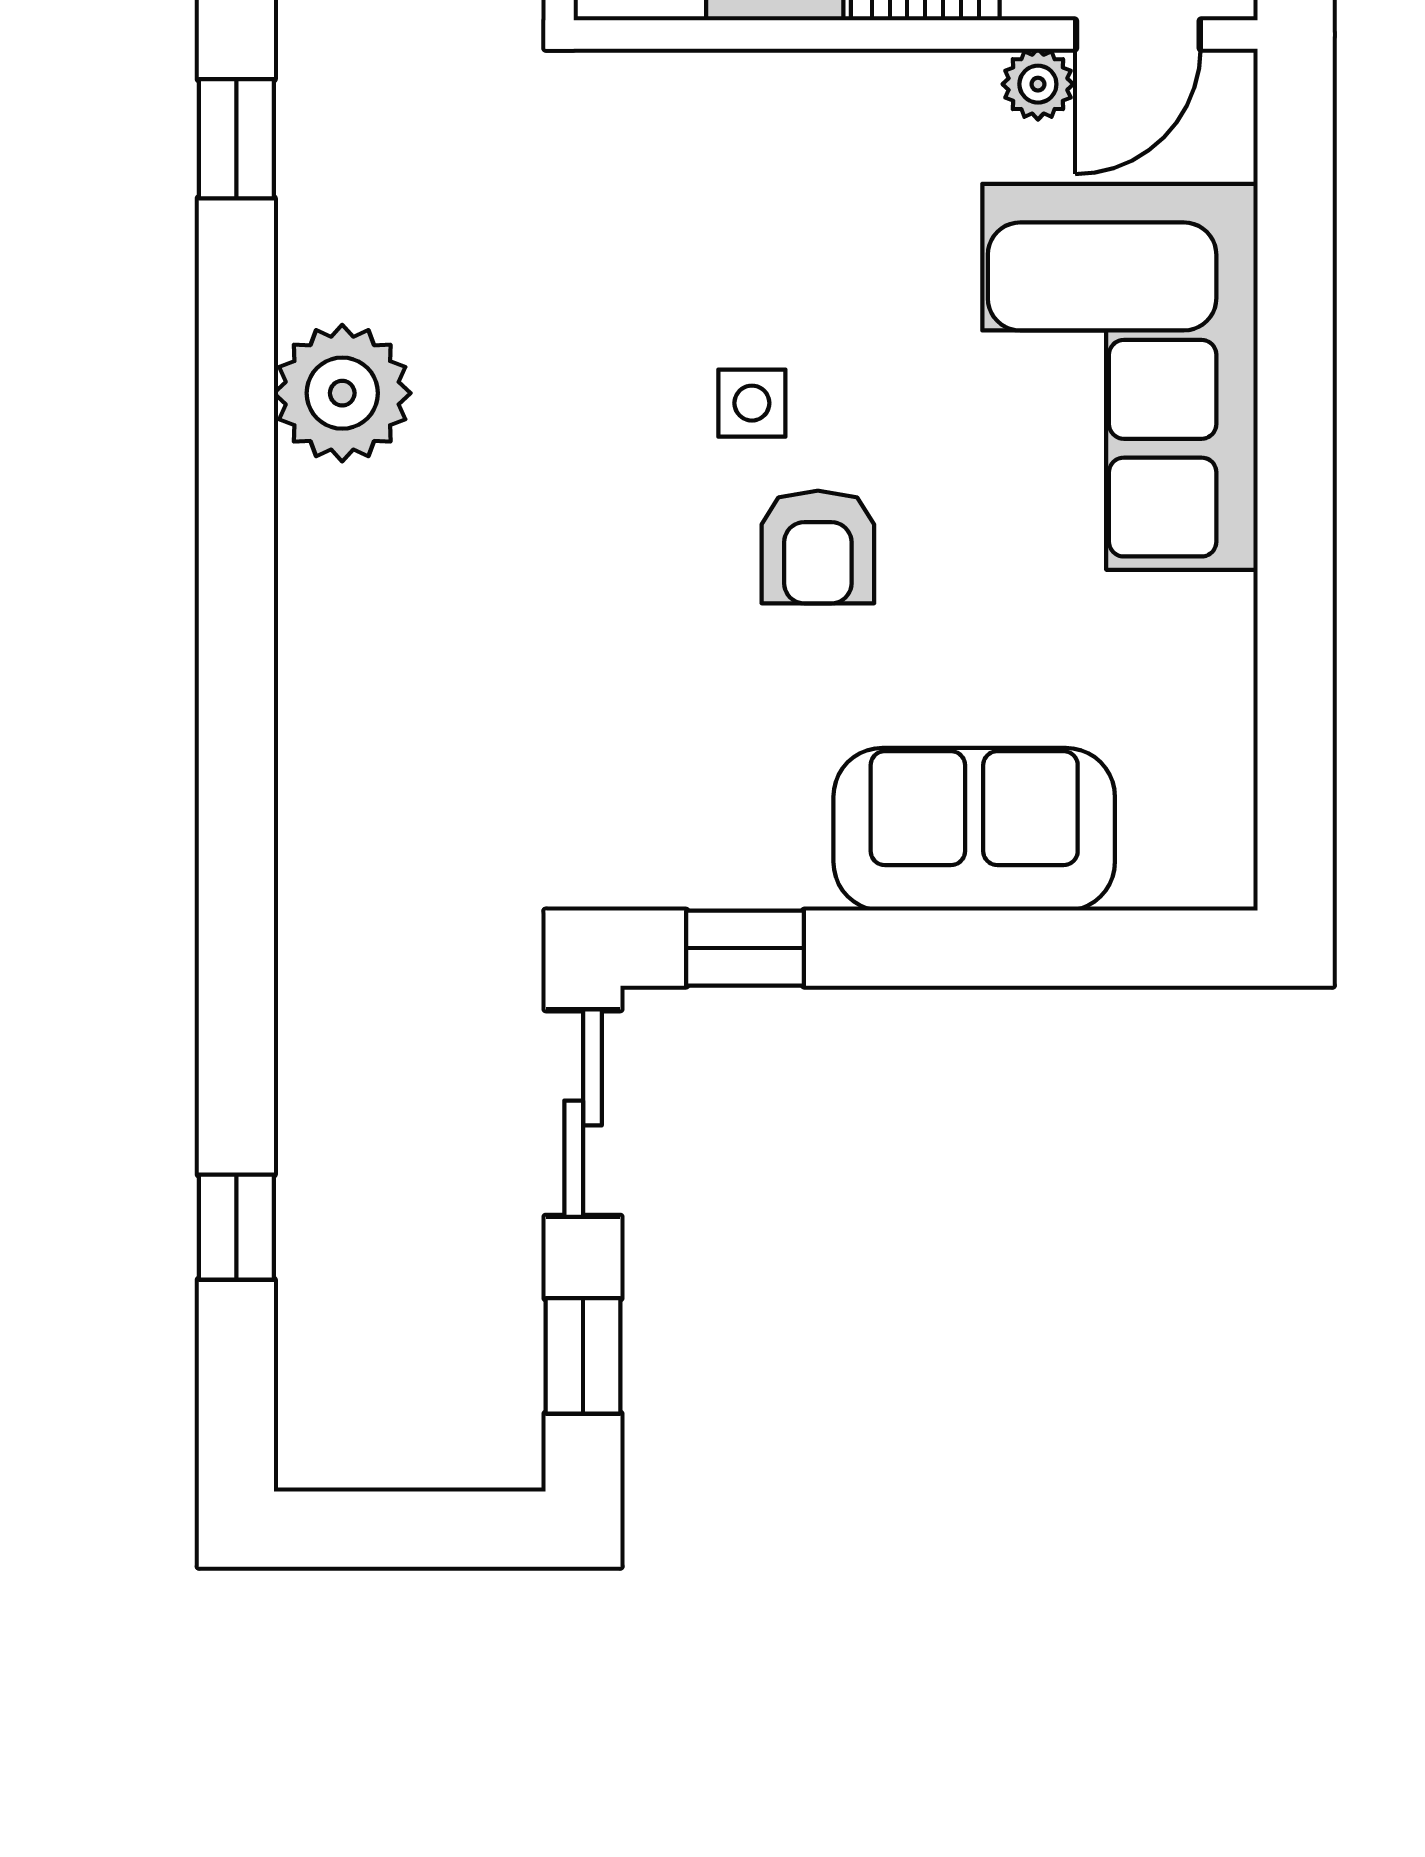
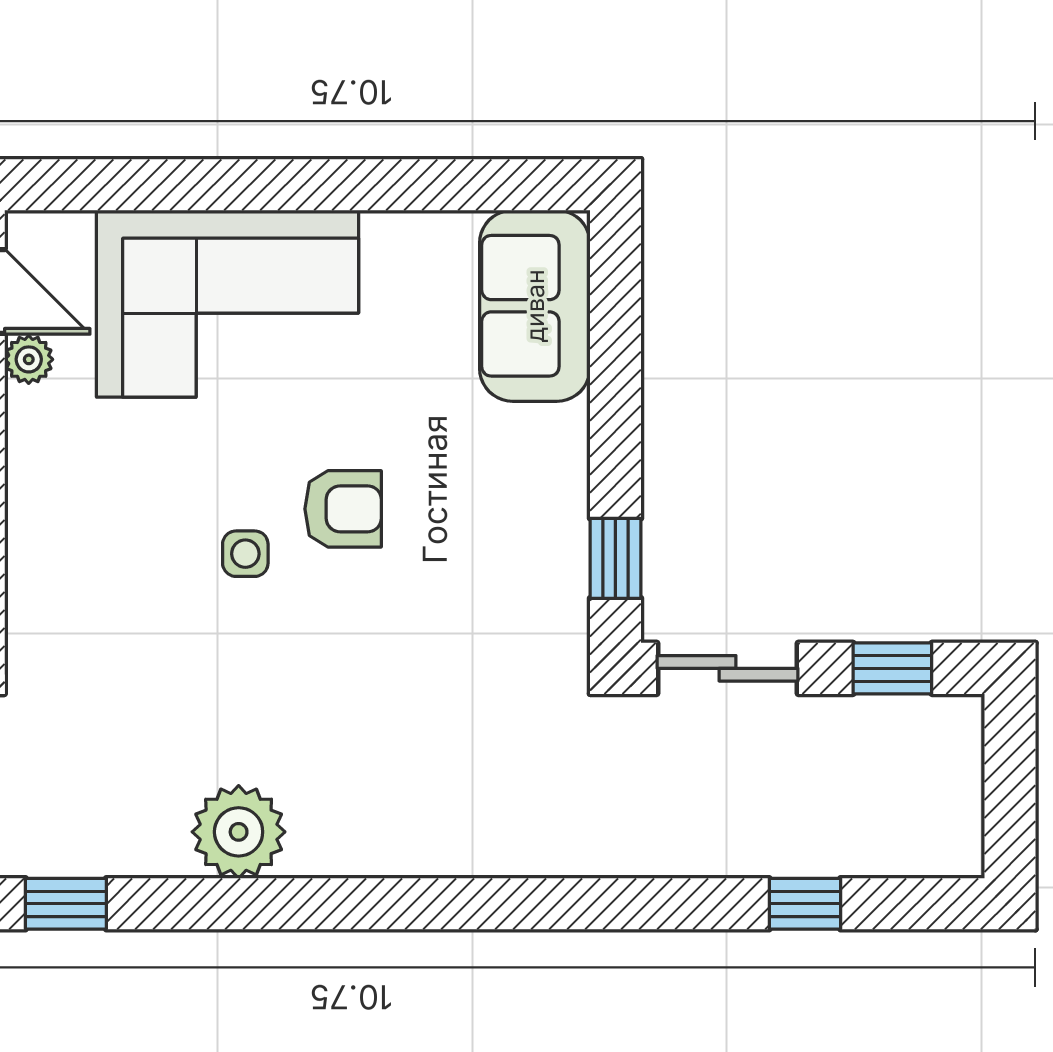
sofa: (974, 829) -> (535, 306), moved

